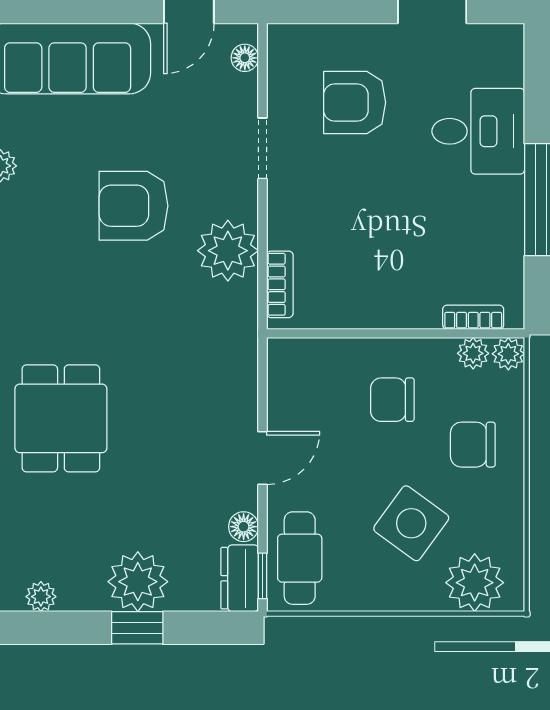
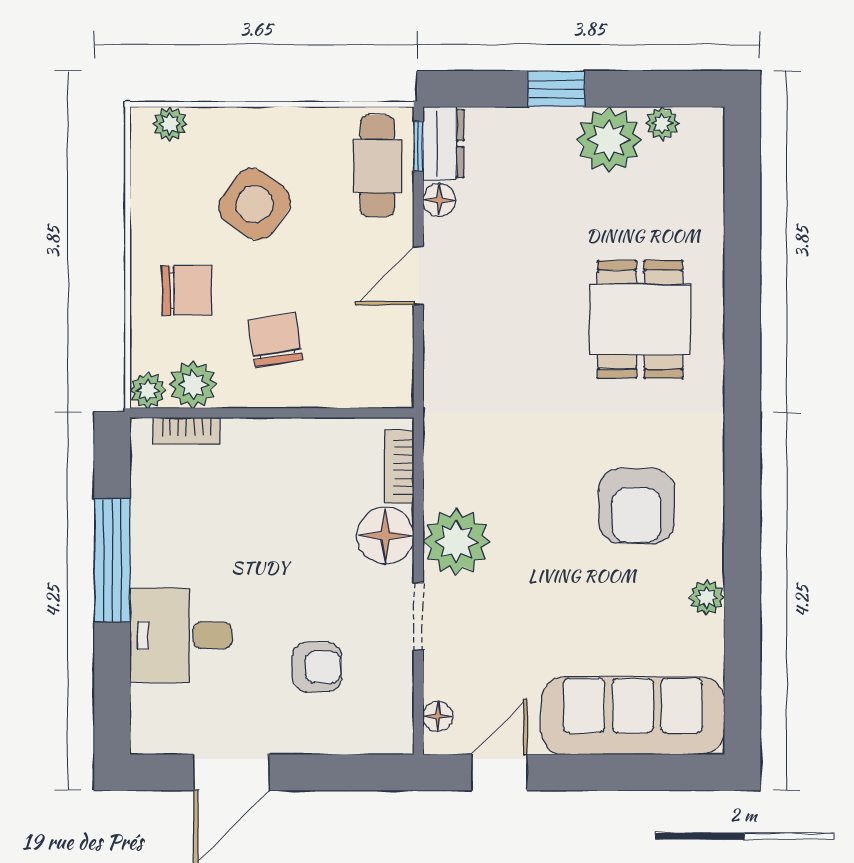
armchair: (355, 102) -> (317, 667), width x0.72, depth x0.72
armchair: (134, 206) -> (637, 506), moved, turned 90
floor lamp: (292, 222) -> (385, 536), added
plant: (228, 251) -> (456, 542), moved
plant: (473, 353) -> (193, 385), width x1.38, depth x1.38
chair: (392, 400) -> (275, 340), turned -99
plant: (138, 582) -> (609, 140), moved
plant: (475, 583) -> (170, 124), width x0.53, depth x0.53

